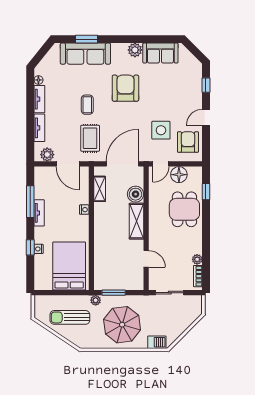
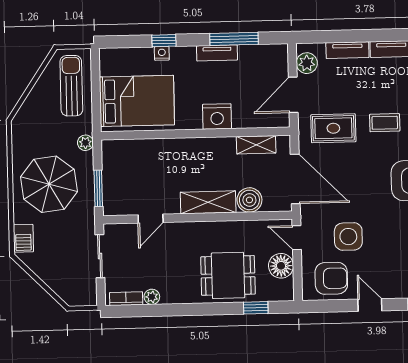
nightstand: (84, 210) -> (217, 116), width x1.89, depth x1.79
window: (114, 293) -> (98, 188), moved
sun lounger: (70, 317) -> (71, 86), moved

